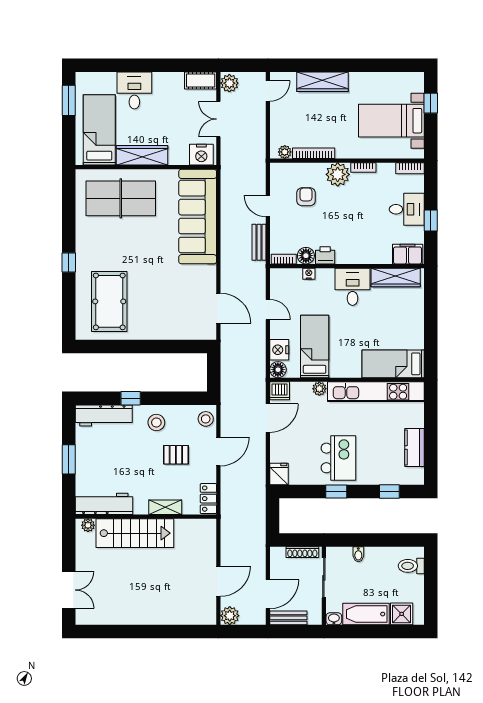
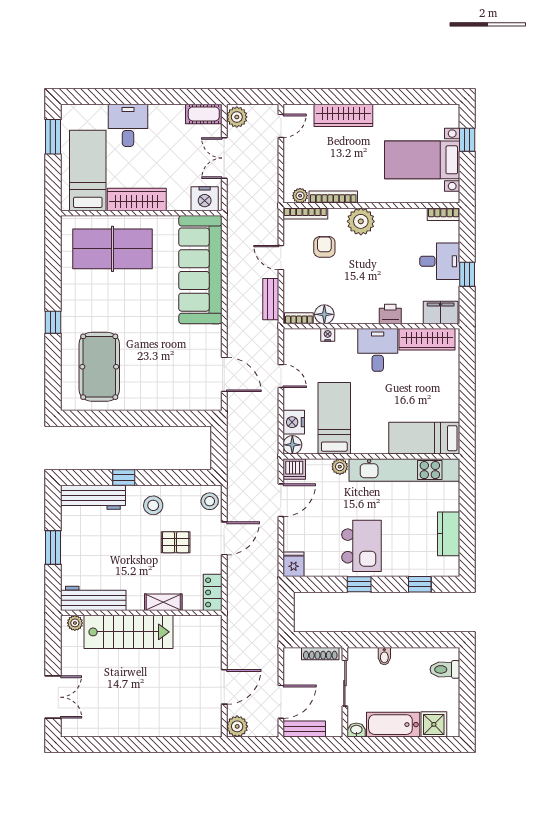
bookcase: (363, 168) -> (305, 213), moved, width x1.56
printer: (325, 255) -> (390, 314), moved

